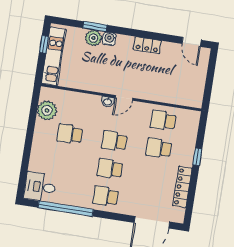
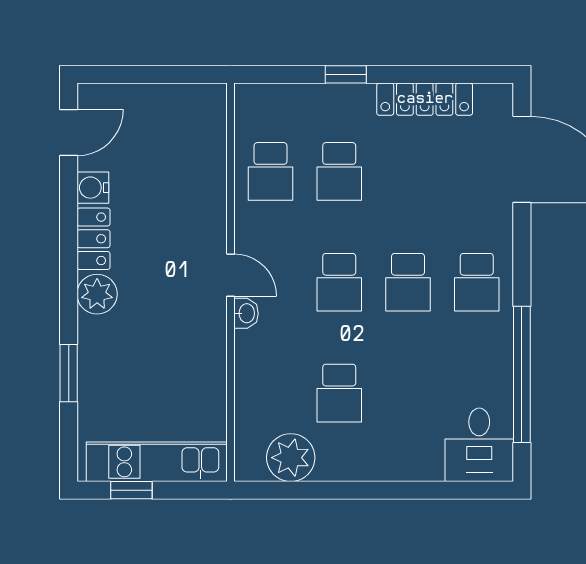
plant: (93, 38) -> (97, 294), moved
water cooler: (109, 39) -> (93, 188), moved

